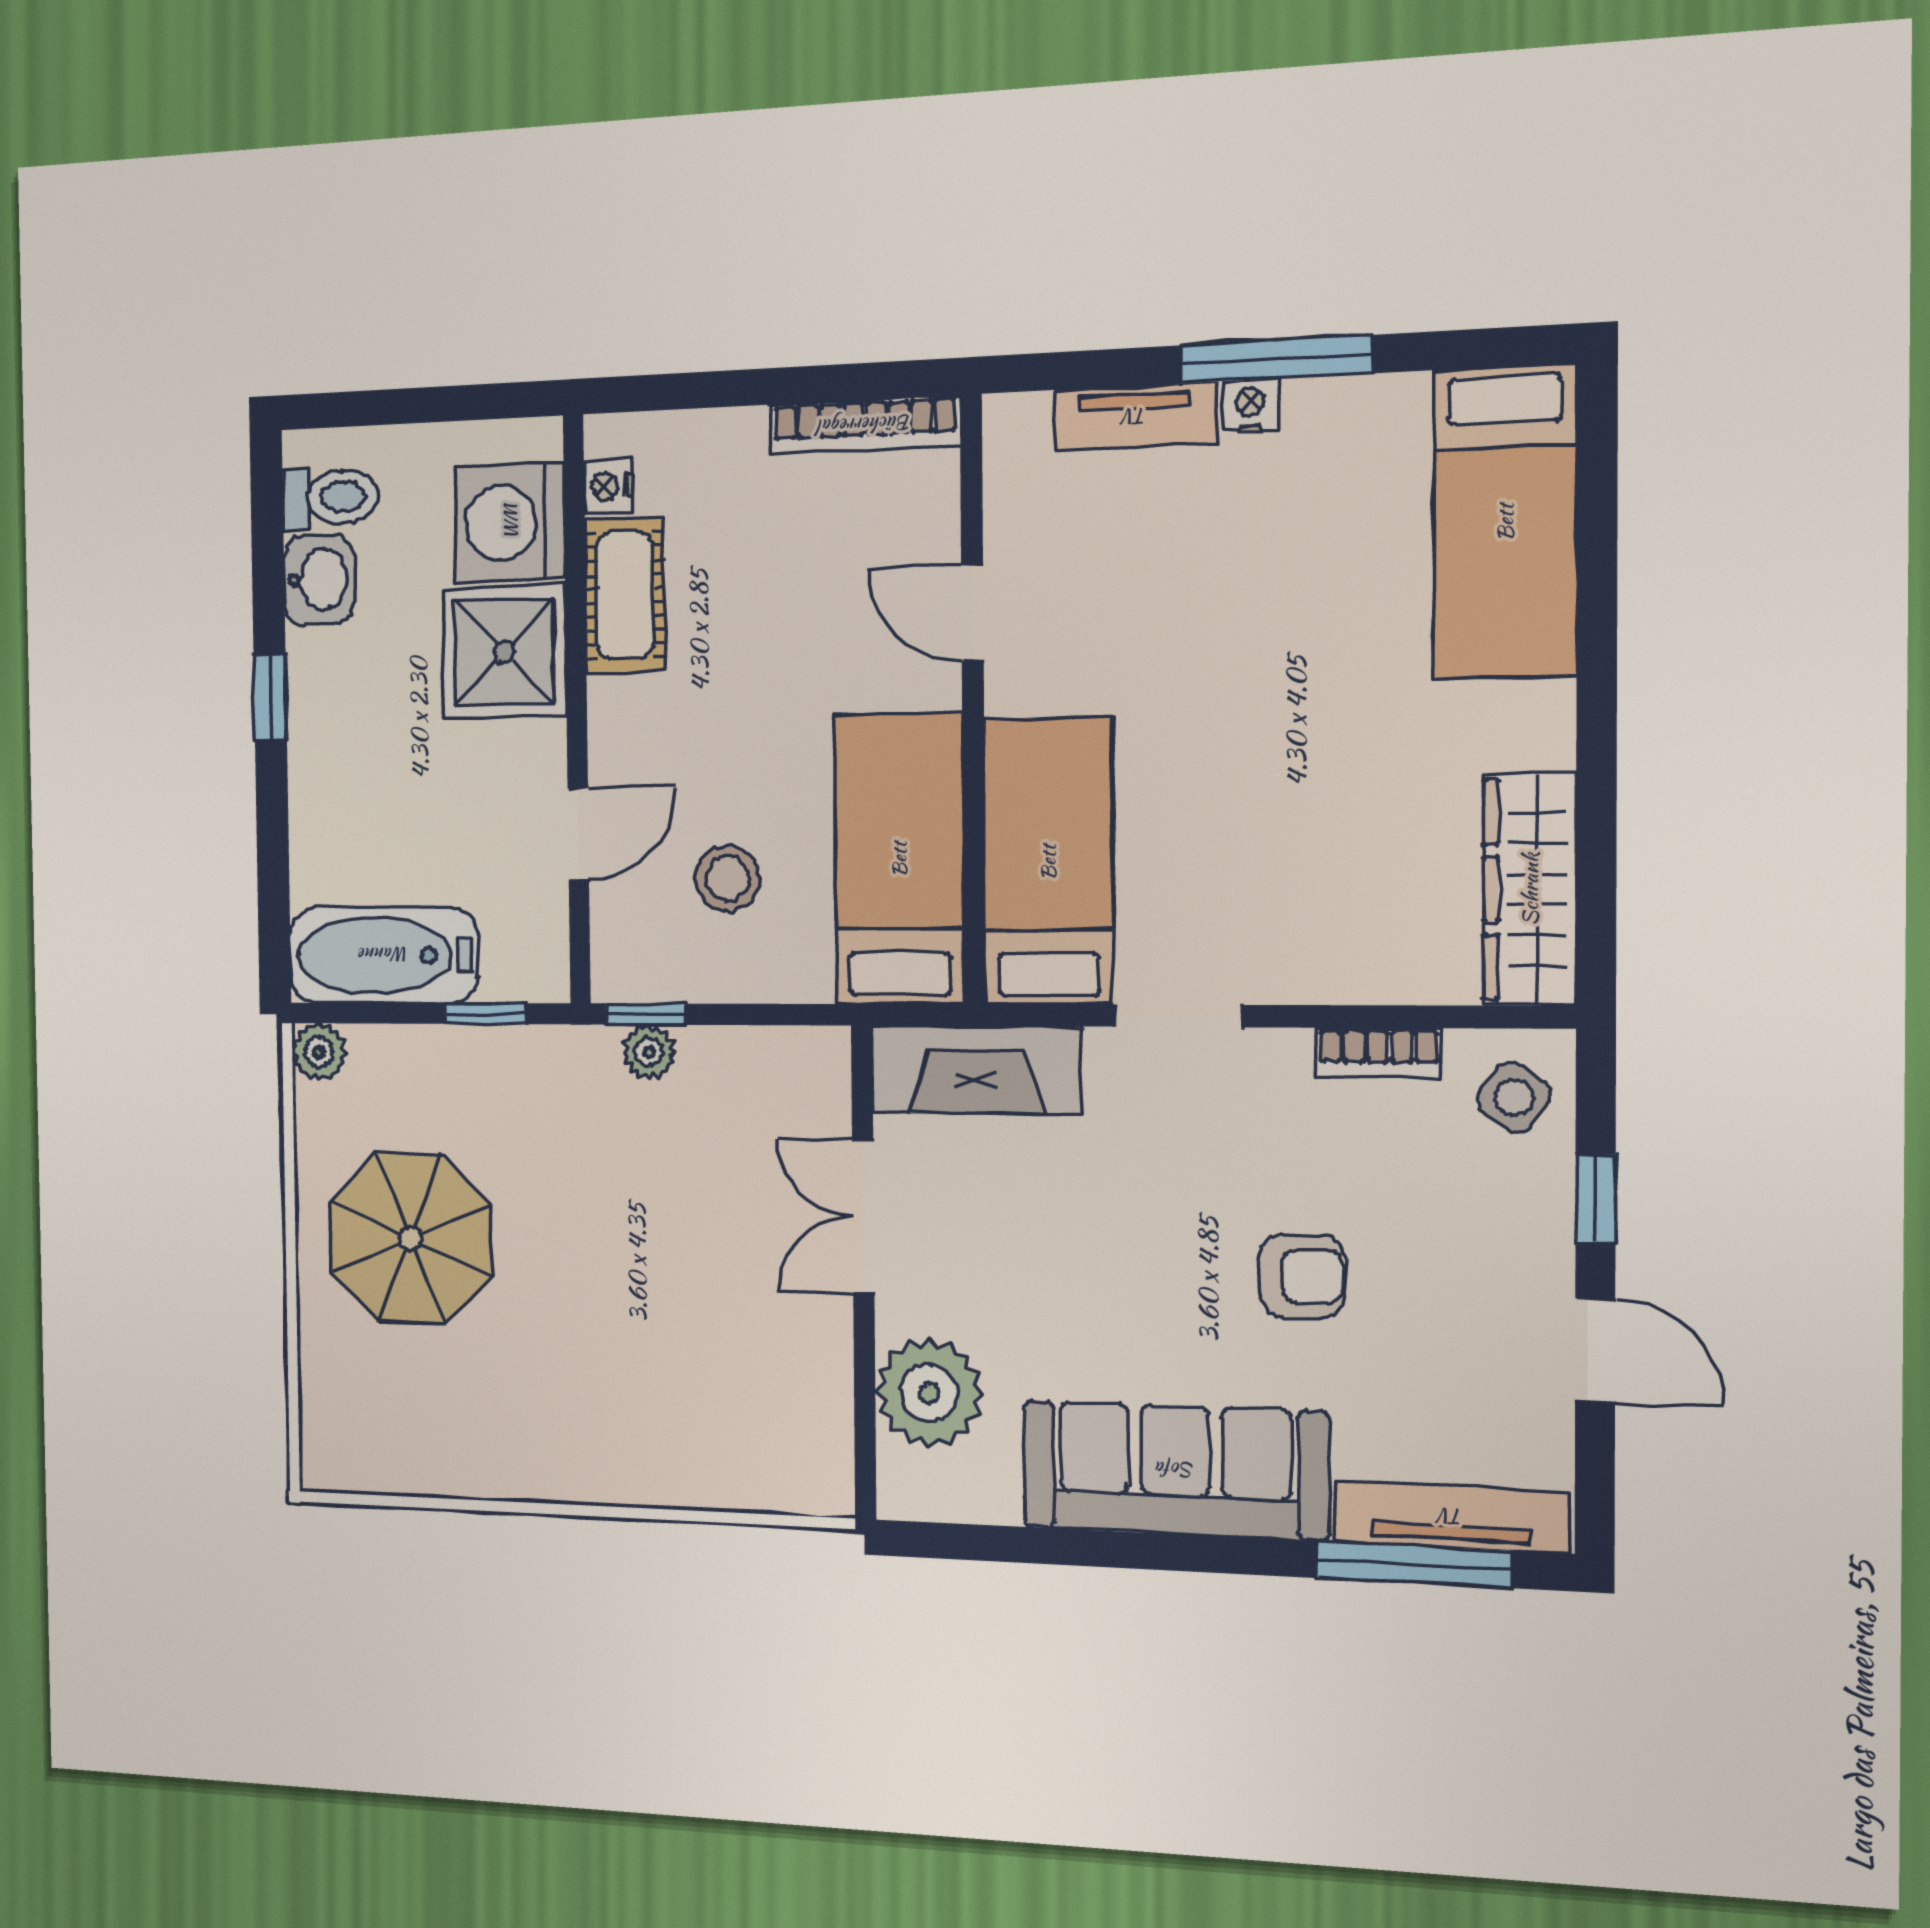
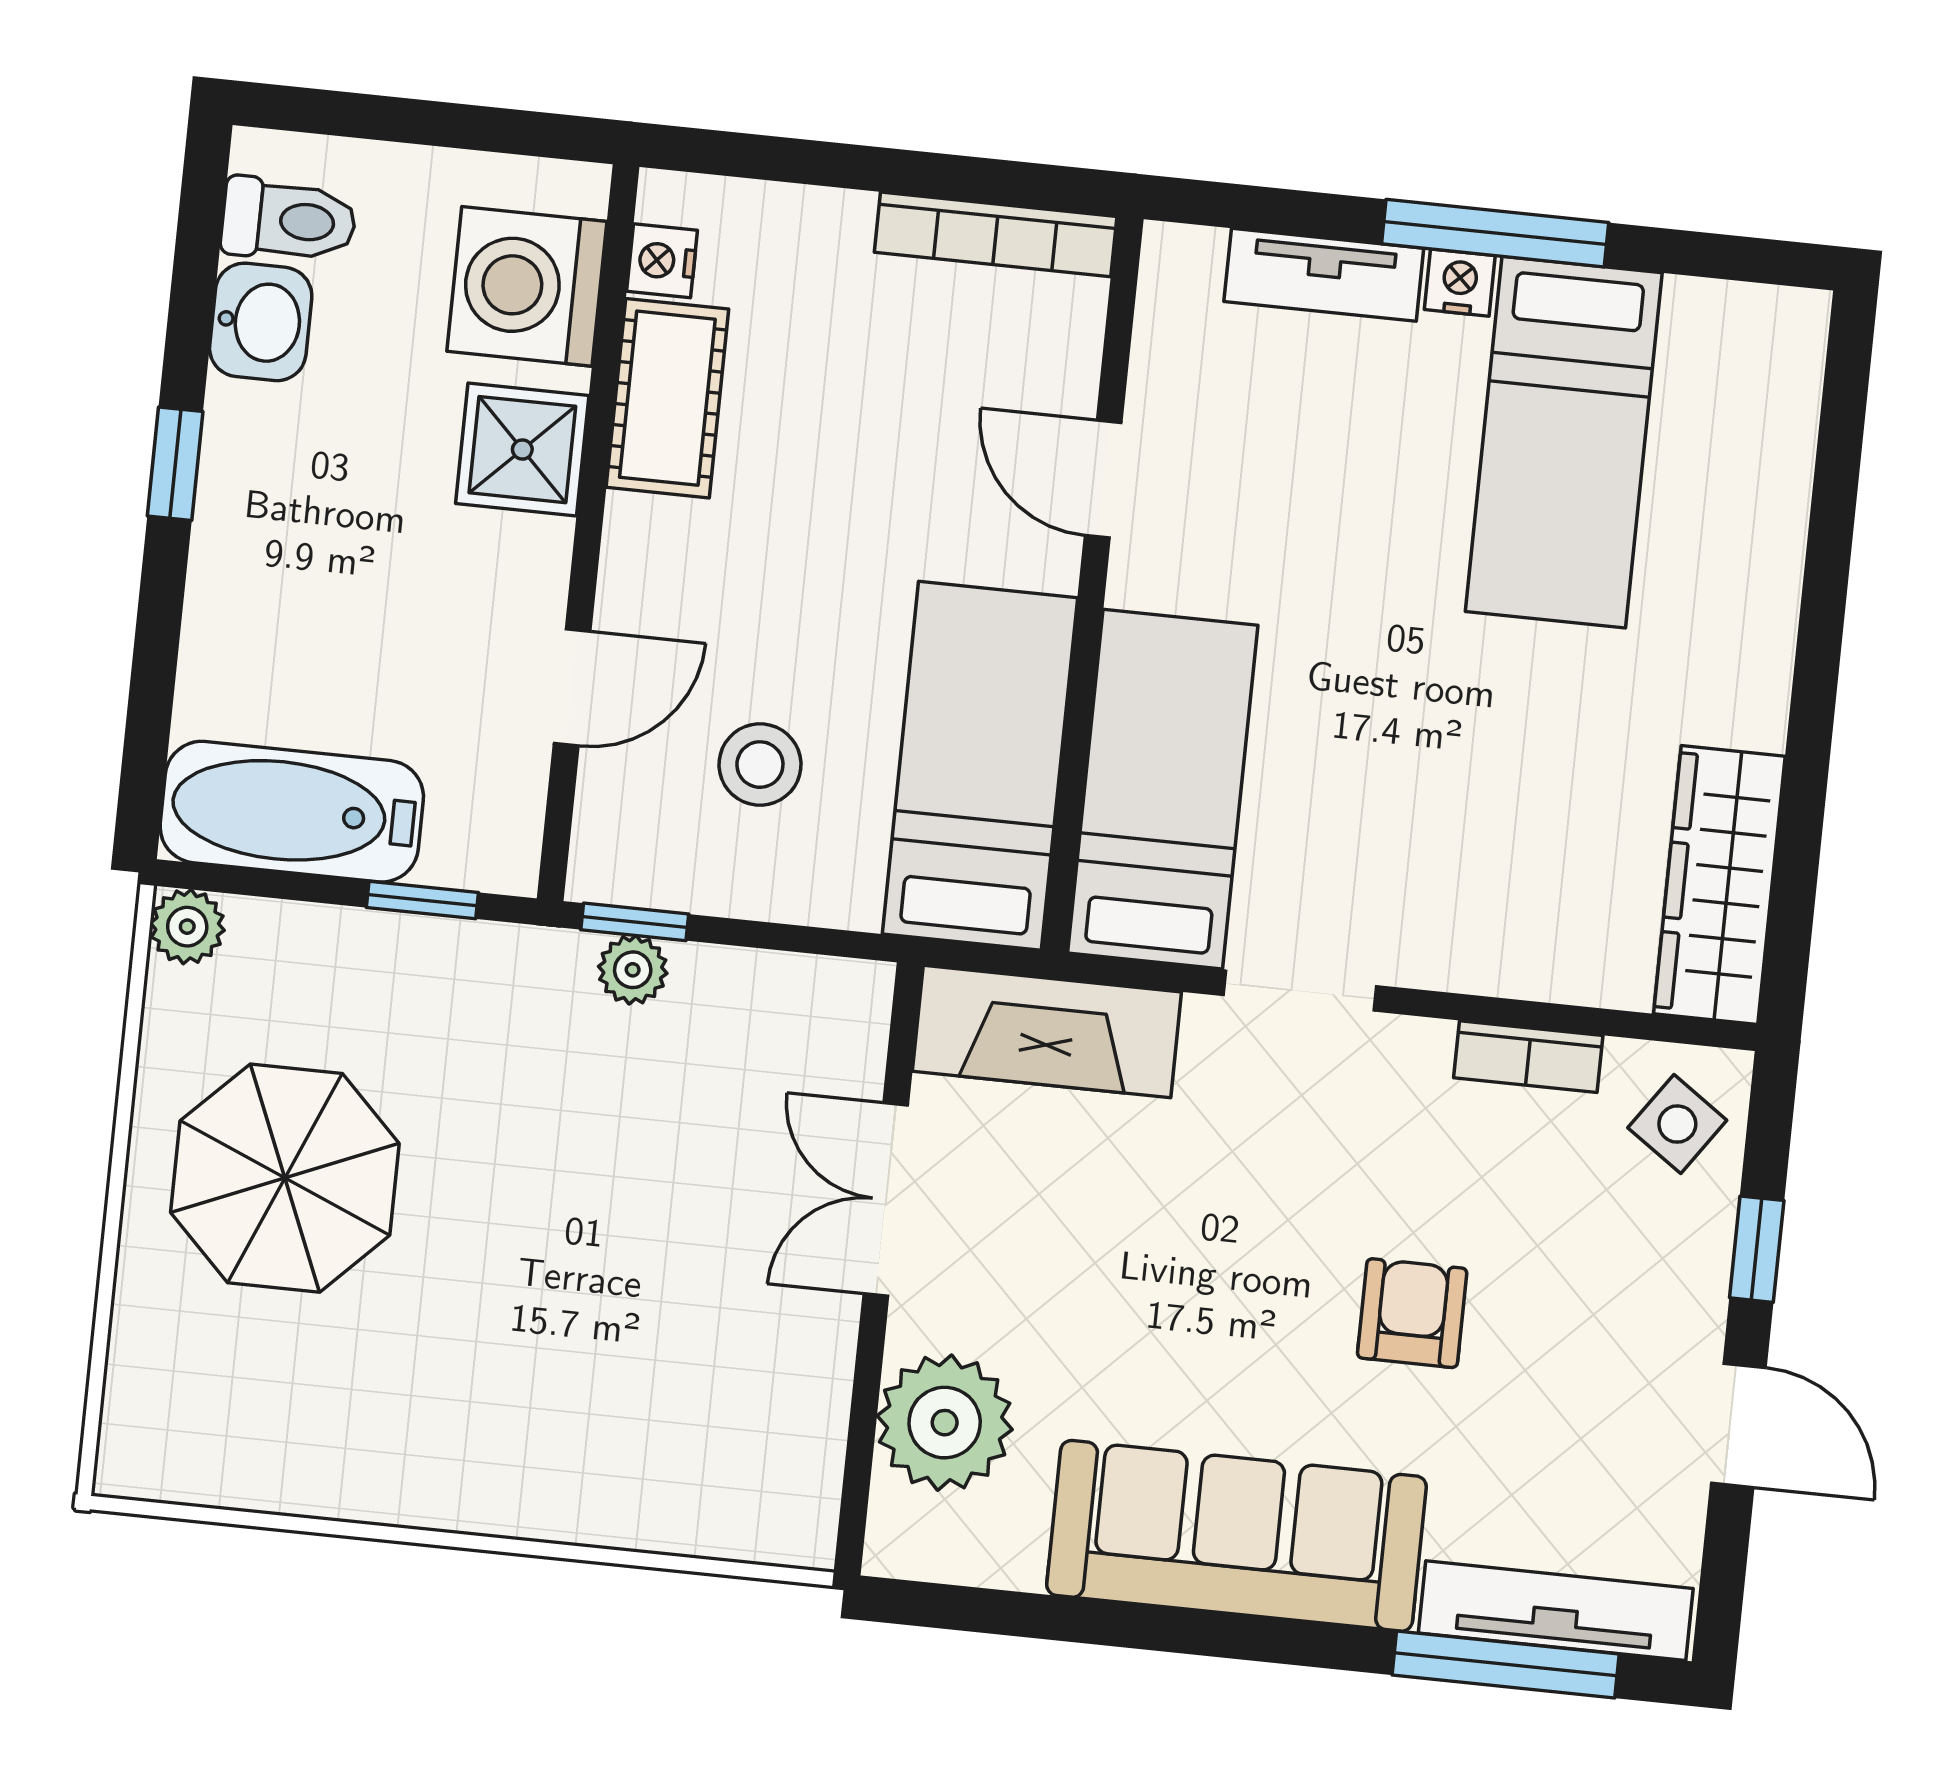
bed: (1505, 522) -> (1564, 442), moved
shower: (504, 652) -> (522, 450), width x0.73, depth x0.73
armchair: (1302, 1276) -> (1412, 1313), turned -90

